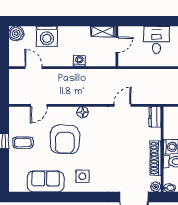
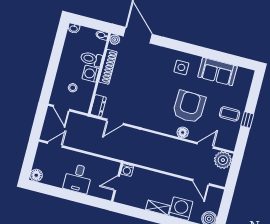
shelving: (103, 31) -> (158, 208), moved
washing machine: (79, 61) -> (127, 170), moved
plant: (18, 95) -> (223, 160), added
door: (122, 105) -> (115, 122), moved
floor lamp: (83, 112) -> (183, 132), moved

